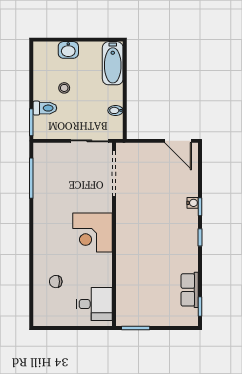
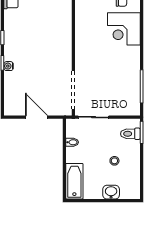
toilet: (45, 108) -> (130, 134), moved
door: (178, 141) -> (36, 117), moved
corner desk: (93, 232) -> (124, 29), moved, turned 180

